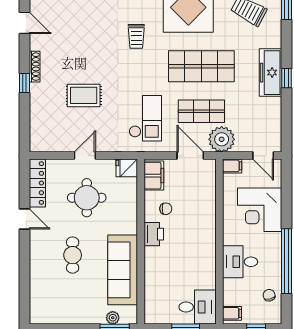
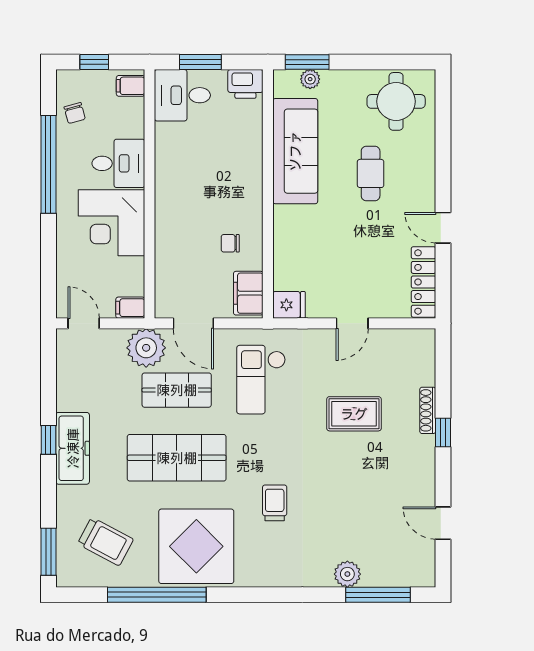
shoe rack: (35, 67) -> (428, 410), moved
round table: (87, 198) -> (396, 101), moved
corner desk: (260, 210) -> (112, 223), moved, turned 180
printer: (154, 234) -> (245, 84), moved, turned -90

